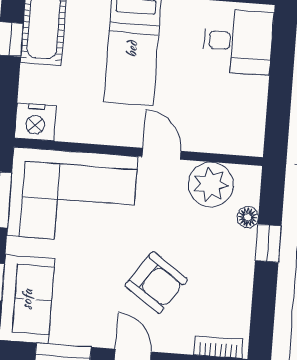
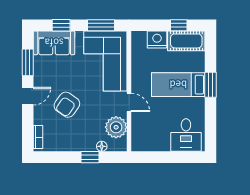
nightstand: (35, 122) -> (157, 40), moved, turned 90
door: (162, 154) -> (129, 102), hinge flipped

